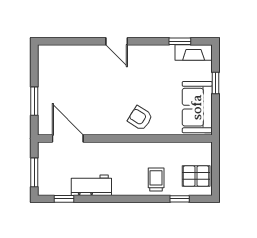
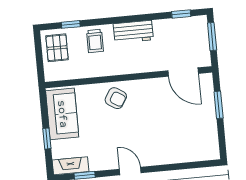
door: (117, 41) -> (130, 171), moved
pallet: (196, 176) -> (57, 48), turned 90
workbench: (91, 185) -> (133, 32), moved

